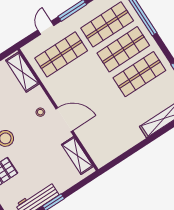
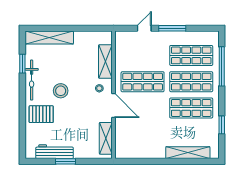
shop shelf: (61, 54) -> (143, 82), moved
shelving: (22, 72) -> (105, 61), moved

